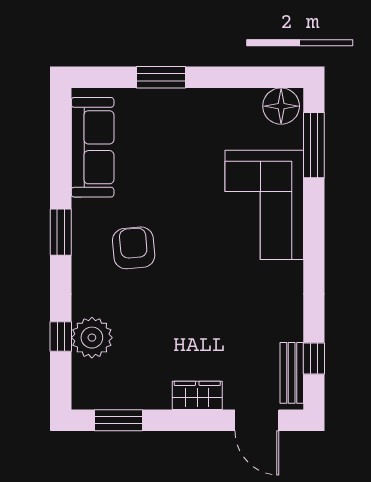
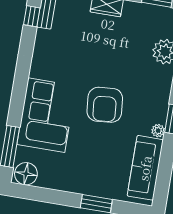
plant: (82, 210) -> (158, 131), added
armchair: (134, 248) -> (105, 105), moved, width x1.36, depth x1.36

